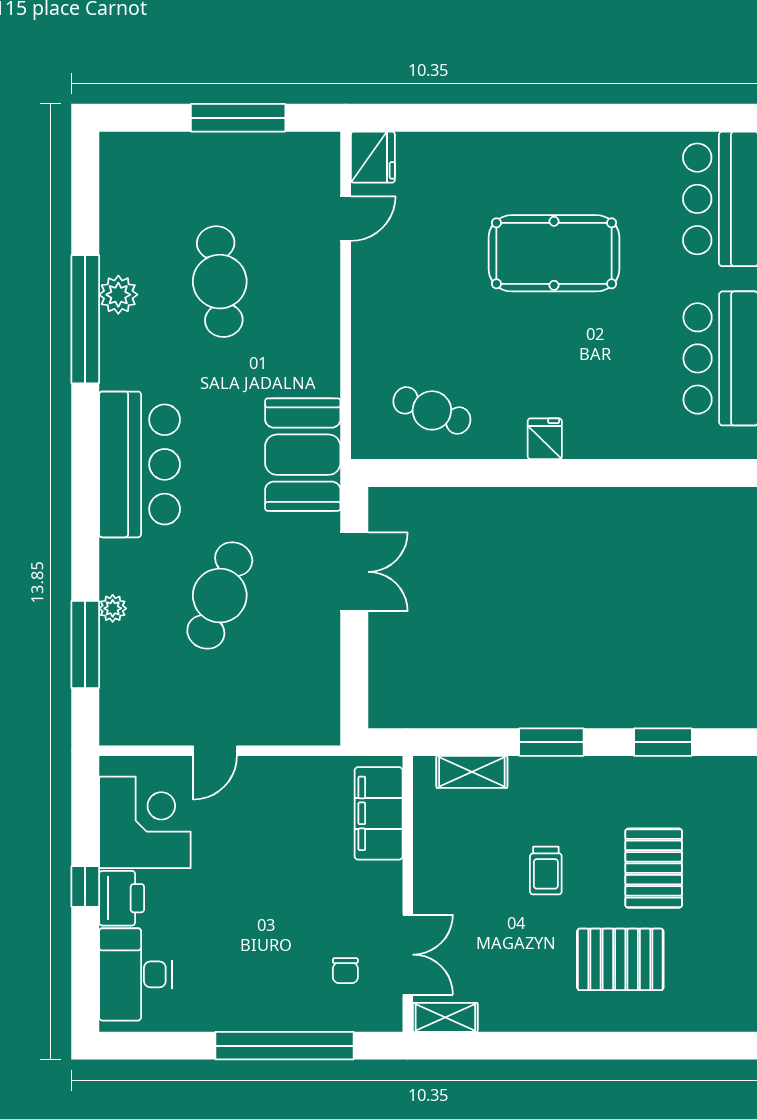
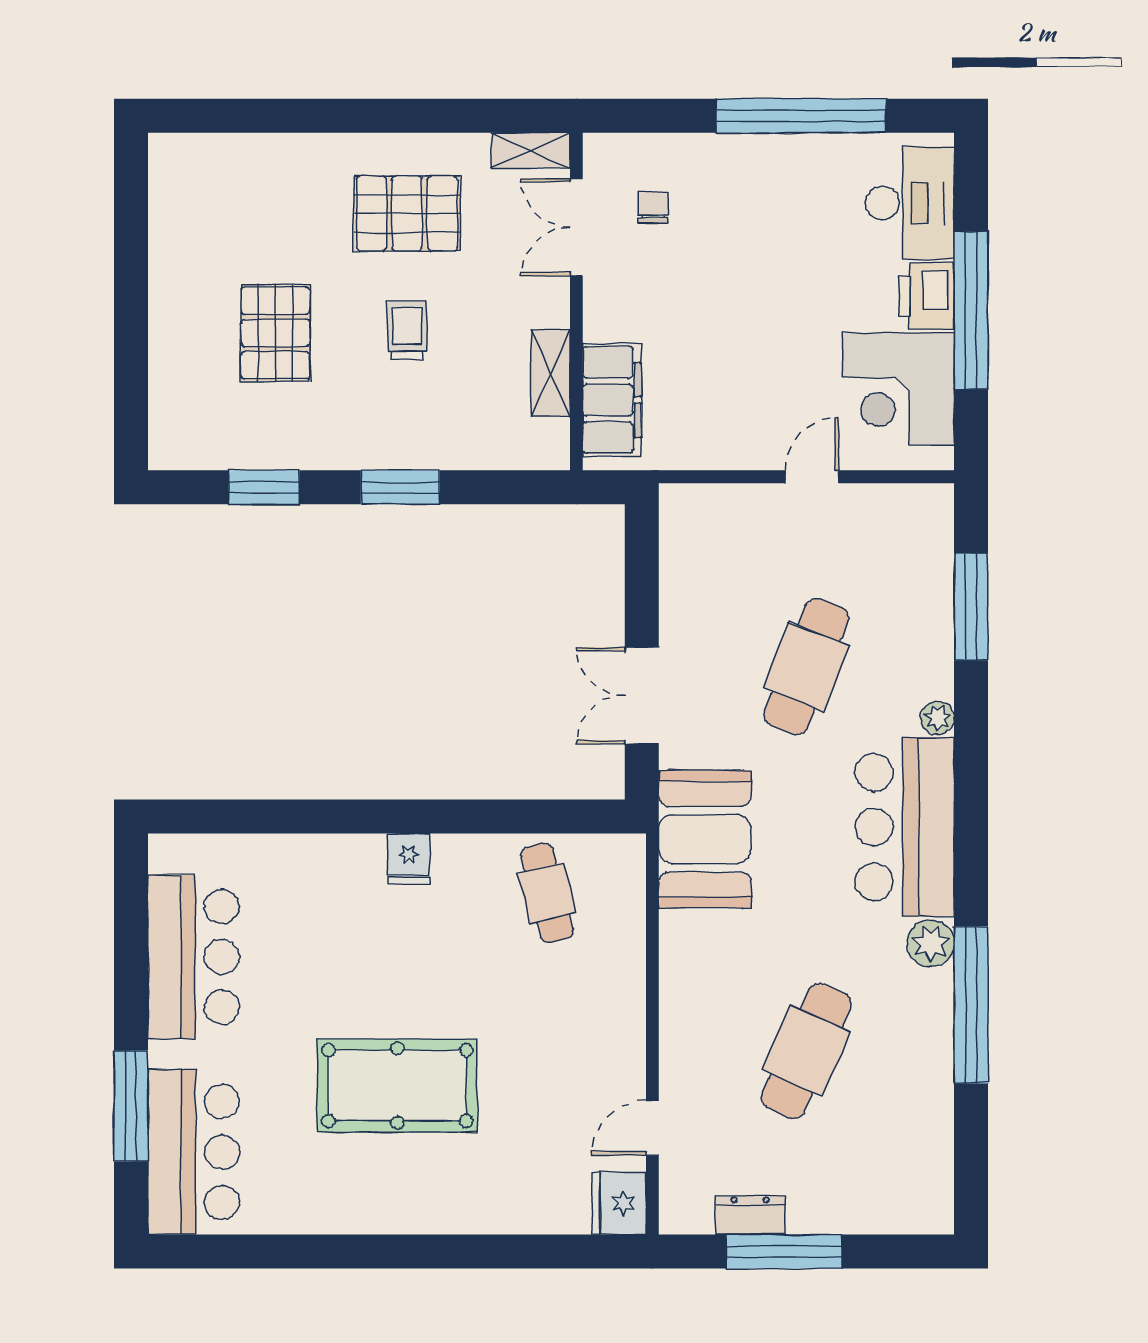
dresser: (266, 147) -> (750, 1215), added
cafe table: (220, 282) -> (806, 1051), turned 30
plant: (118, 295) -> (931, 943), moved
cafe table: (432, 410) -> (547, 893), turned 55
plant: (113, 608) -> (937, 718), moved
shelving: (472, 772) -> (550, 373), moved, turned 90
window: (85, 887) -> (971, 310), width x3.17
pallet: (620, 959) -> (407, 214), moved
window: (285, 1046) -> (801, 116), moved

